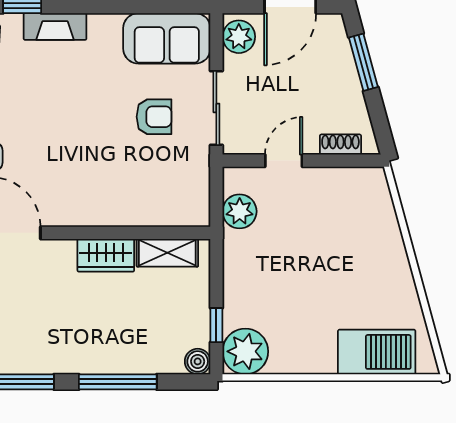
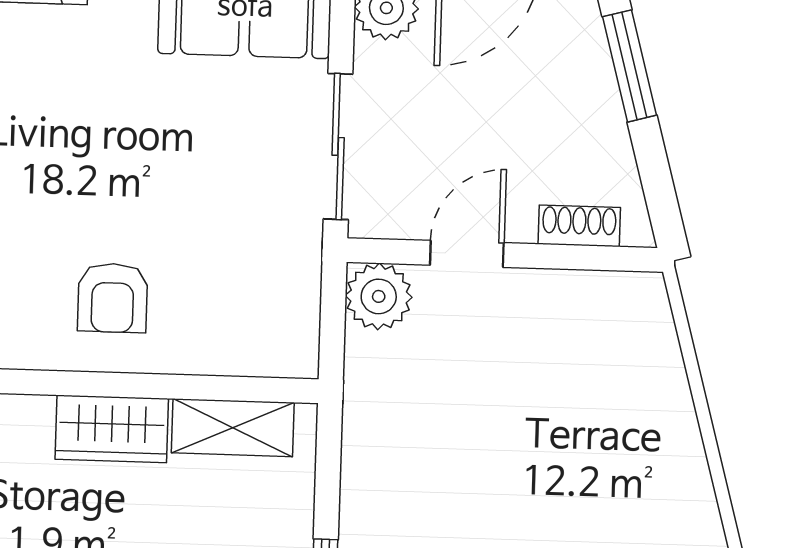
armchair: (154, 117) -> (113, 298), moved, turned 90
plant: (240, 211) -> (379, 296), moved

